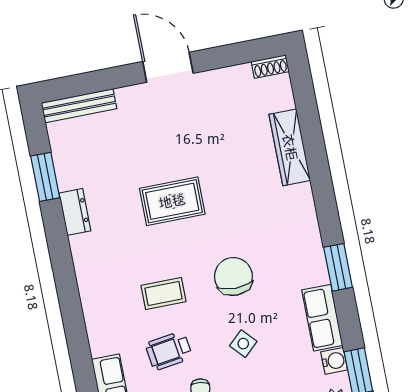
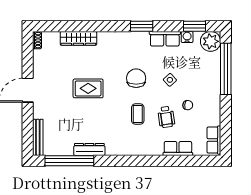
window: (45, 177) -> (69, 161), width x2.11
rug: (172, 201) -> (88, 88), moved, turned 90
dresser: (75, 212) -> (89, 150), width x1.44
chair: (233, 276) -> (136, 78), turned 90

